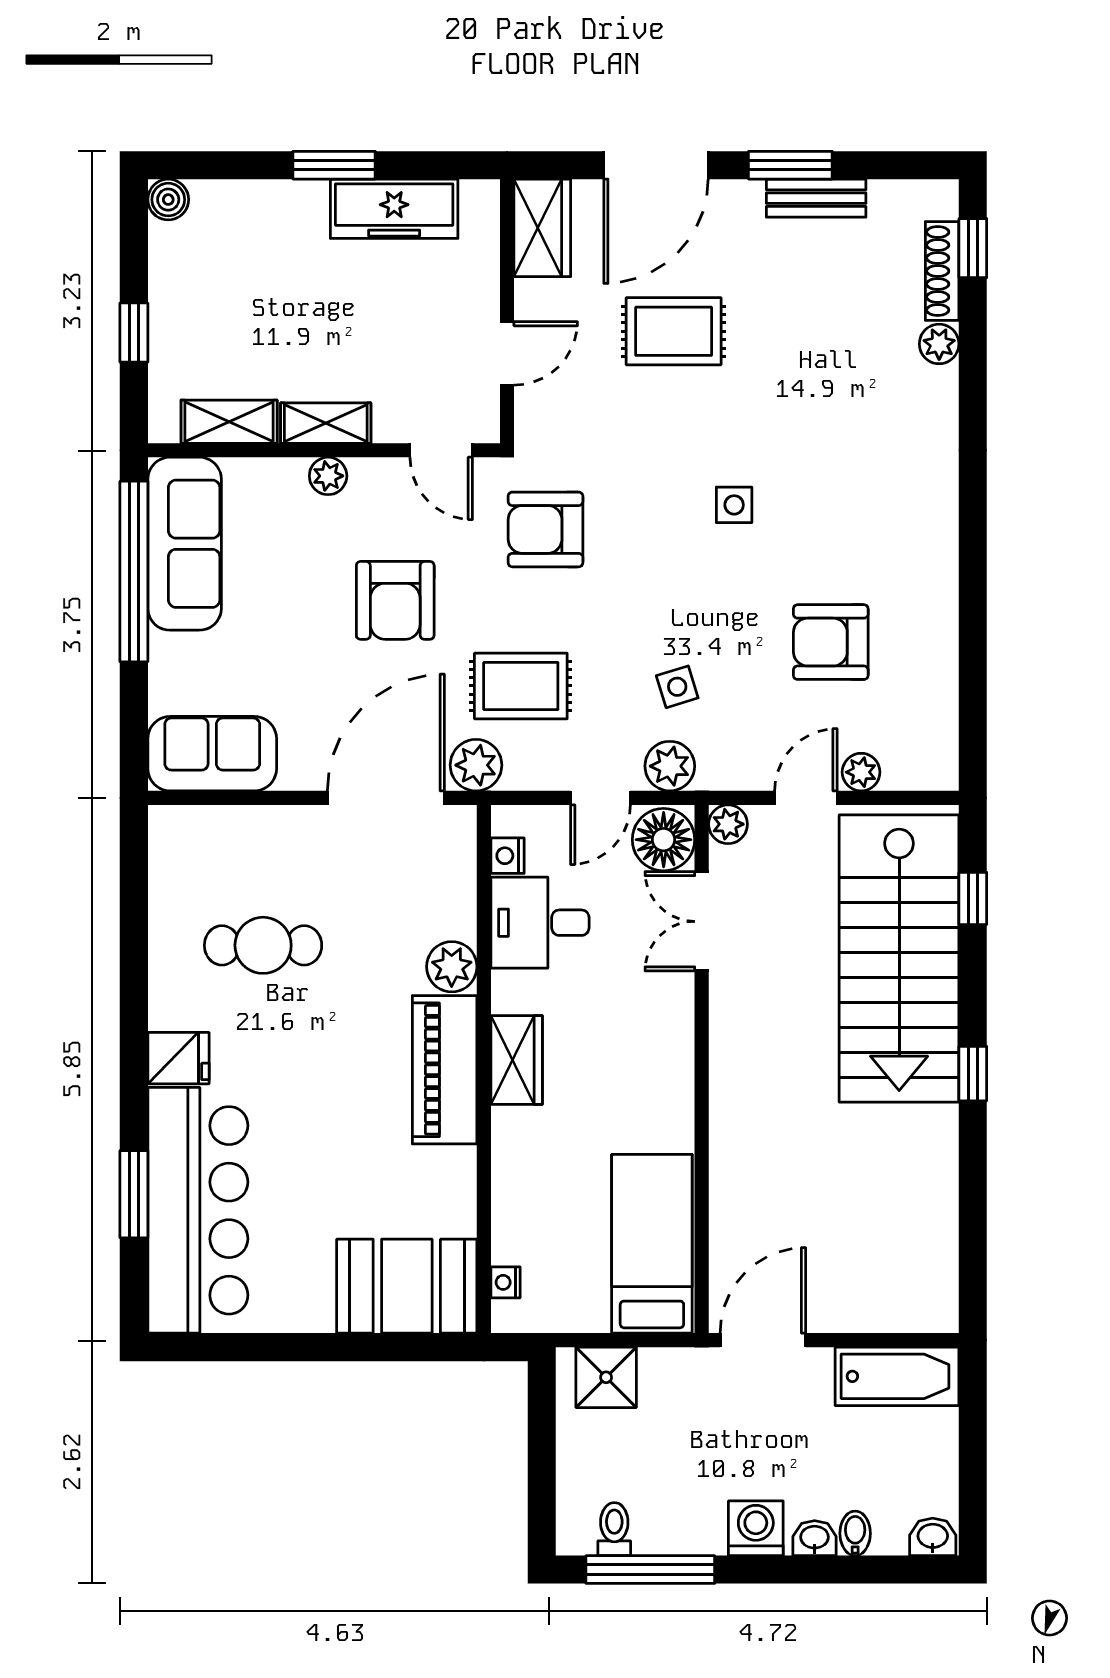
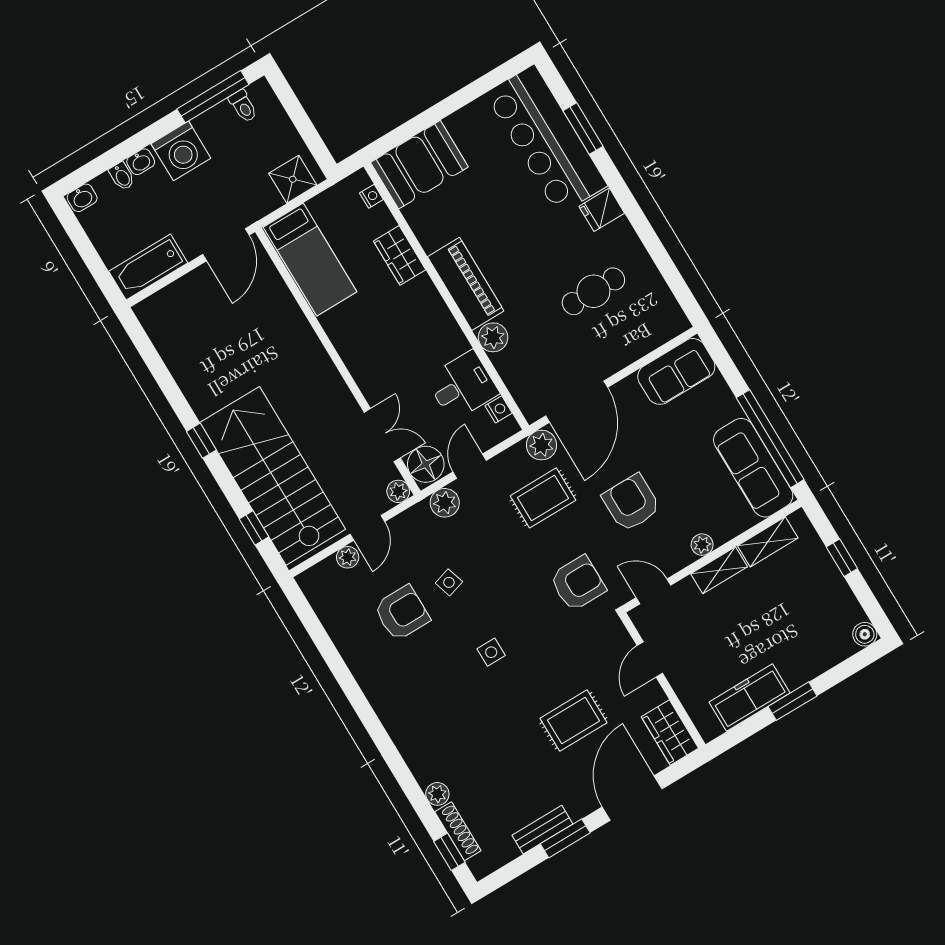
side table: (677, 687) -> (449, 582), moved
wardrobe: (517, 1060) -> (400, 255), moved
washing machine: (756, 1528) -> (181, 151), width x1.37, depth x1.37

